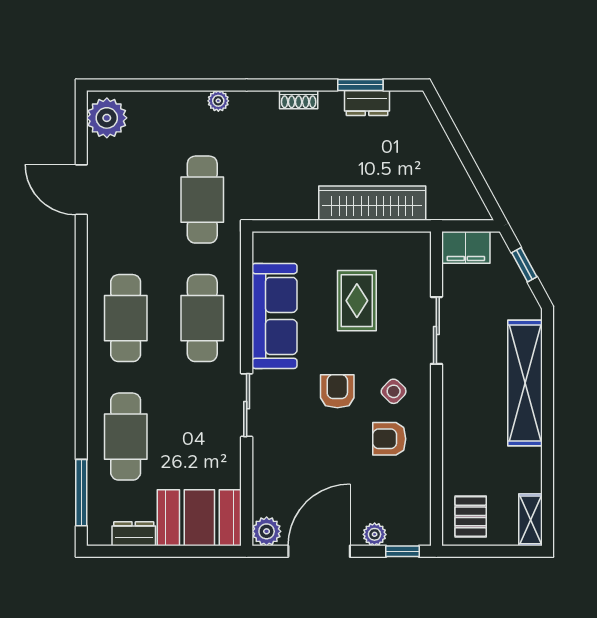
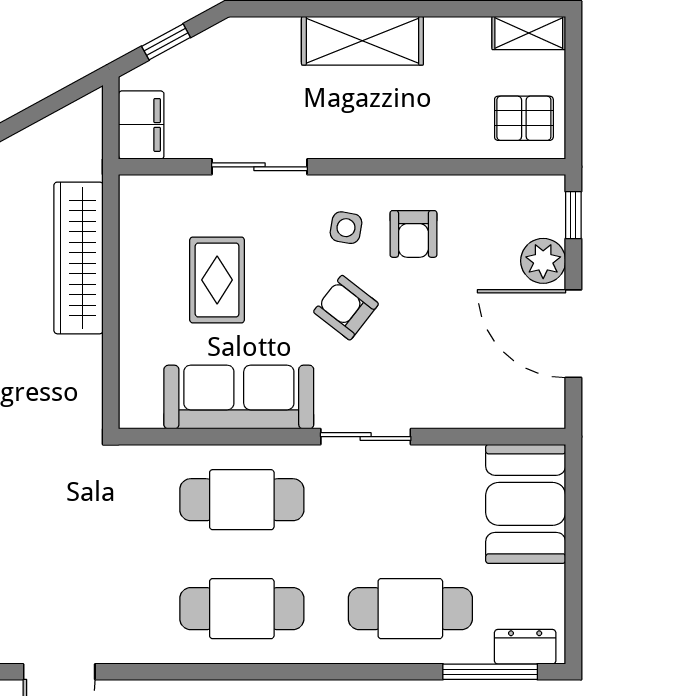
cafe table: (202, 200) -> (73, 500), removed
rug: (357, 301) -> (217, 280), turned 90
shelving: (525, 383) -> (362, 41), width x0.68
armchair: (337, 391) -> (346, 308), turned 38
side table: (394, 391) -> (346, 228), turned -34
plant: (267, 531) -> (545, 408), removed
dresser: (134, 534) -> (525, 647), moved, turned 90
plant: (375, 534) -> (543, 261), width x1.38, depth x1.38

